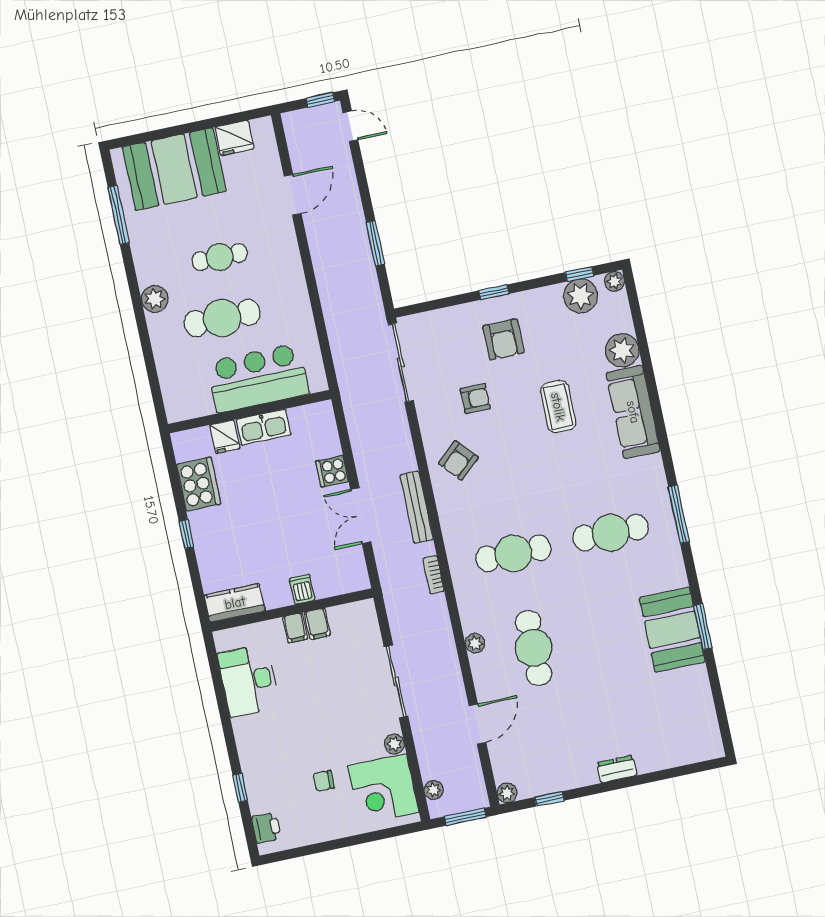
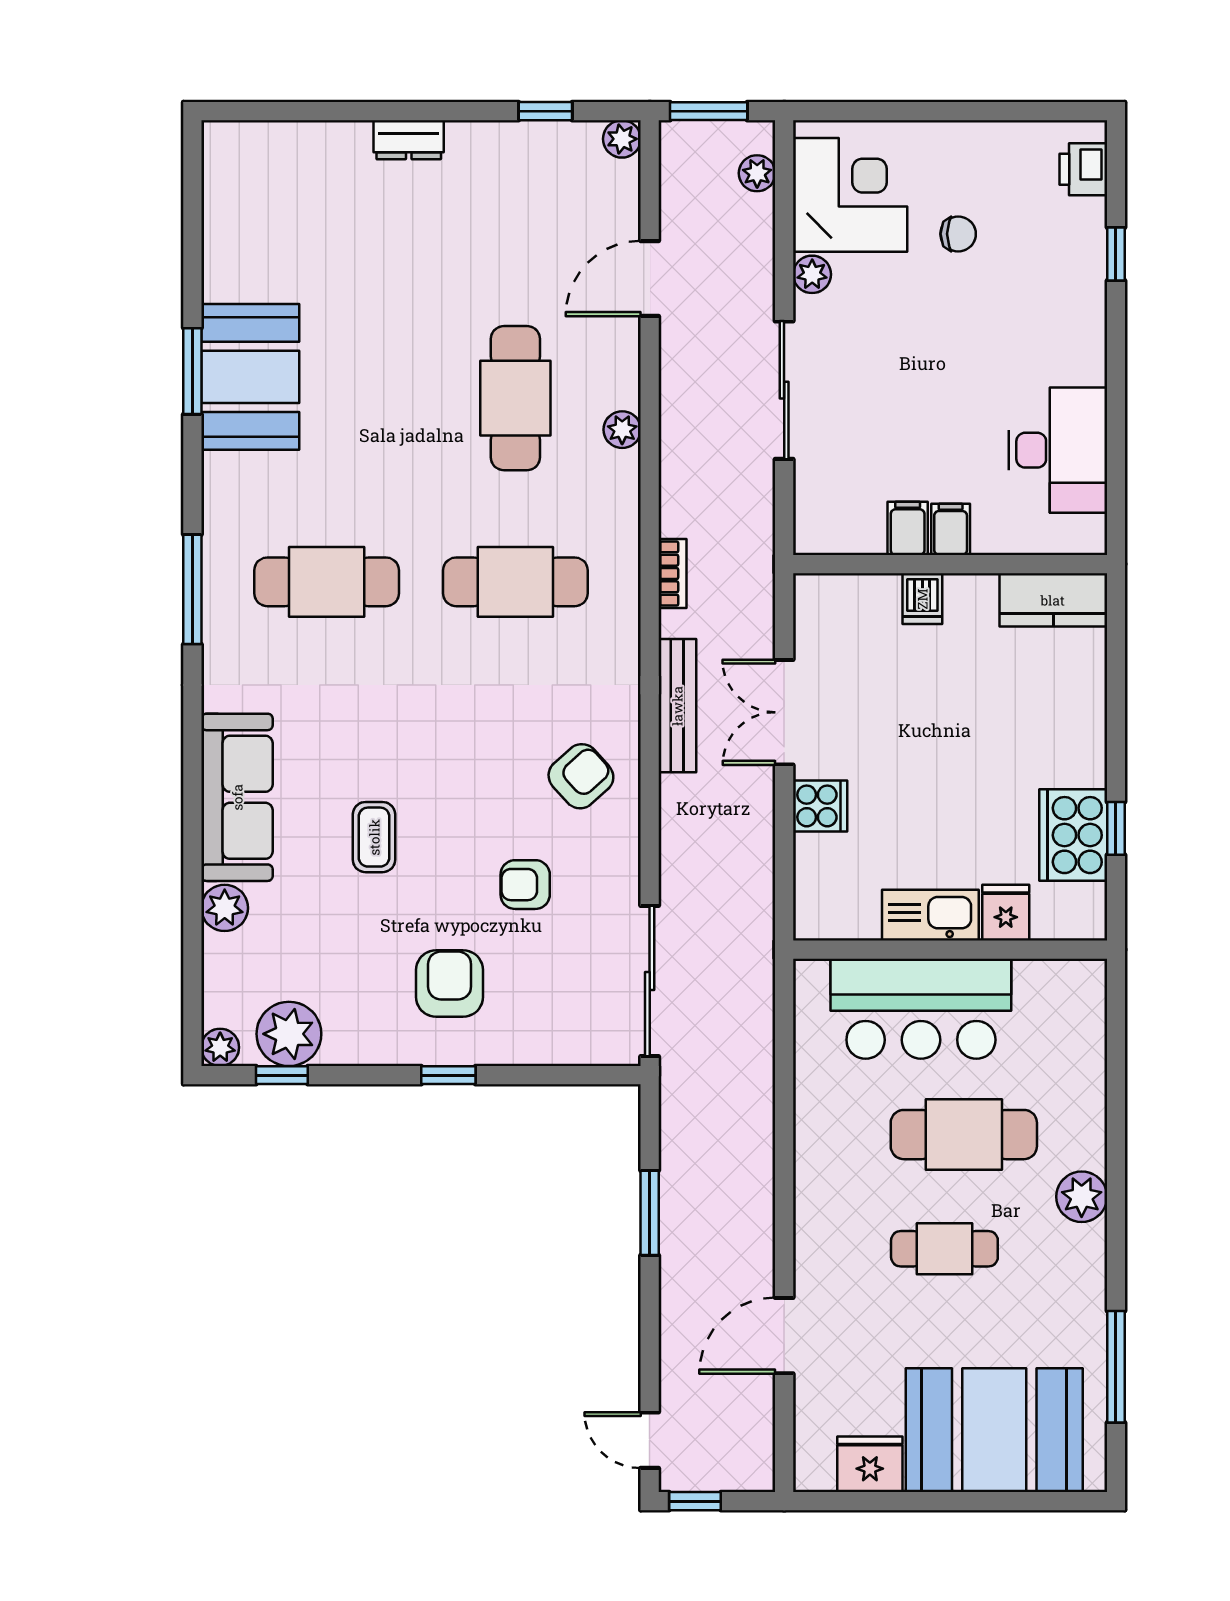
plant: (622, 350) -> (225, 908), width x0.73, depth x0.73
coffee table: (558, 407) -> (374, 837), width x0.73, depth x0.77
double door: (361, 516) -> (784, 712), swing flipped
window: (186, 534) -> (1116, 828), moved

